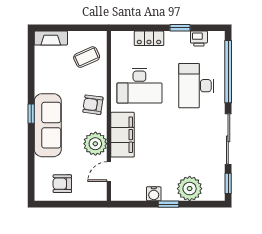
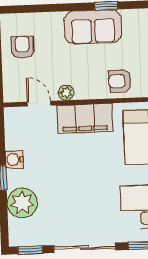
armchair: (93, 105) -> (120, 81), turned -101
sofa: (48, 125) -> (93, 27), width x0.73
plant: (95, 144) -> (66, 93), width x0.53, depth x0.53

